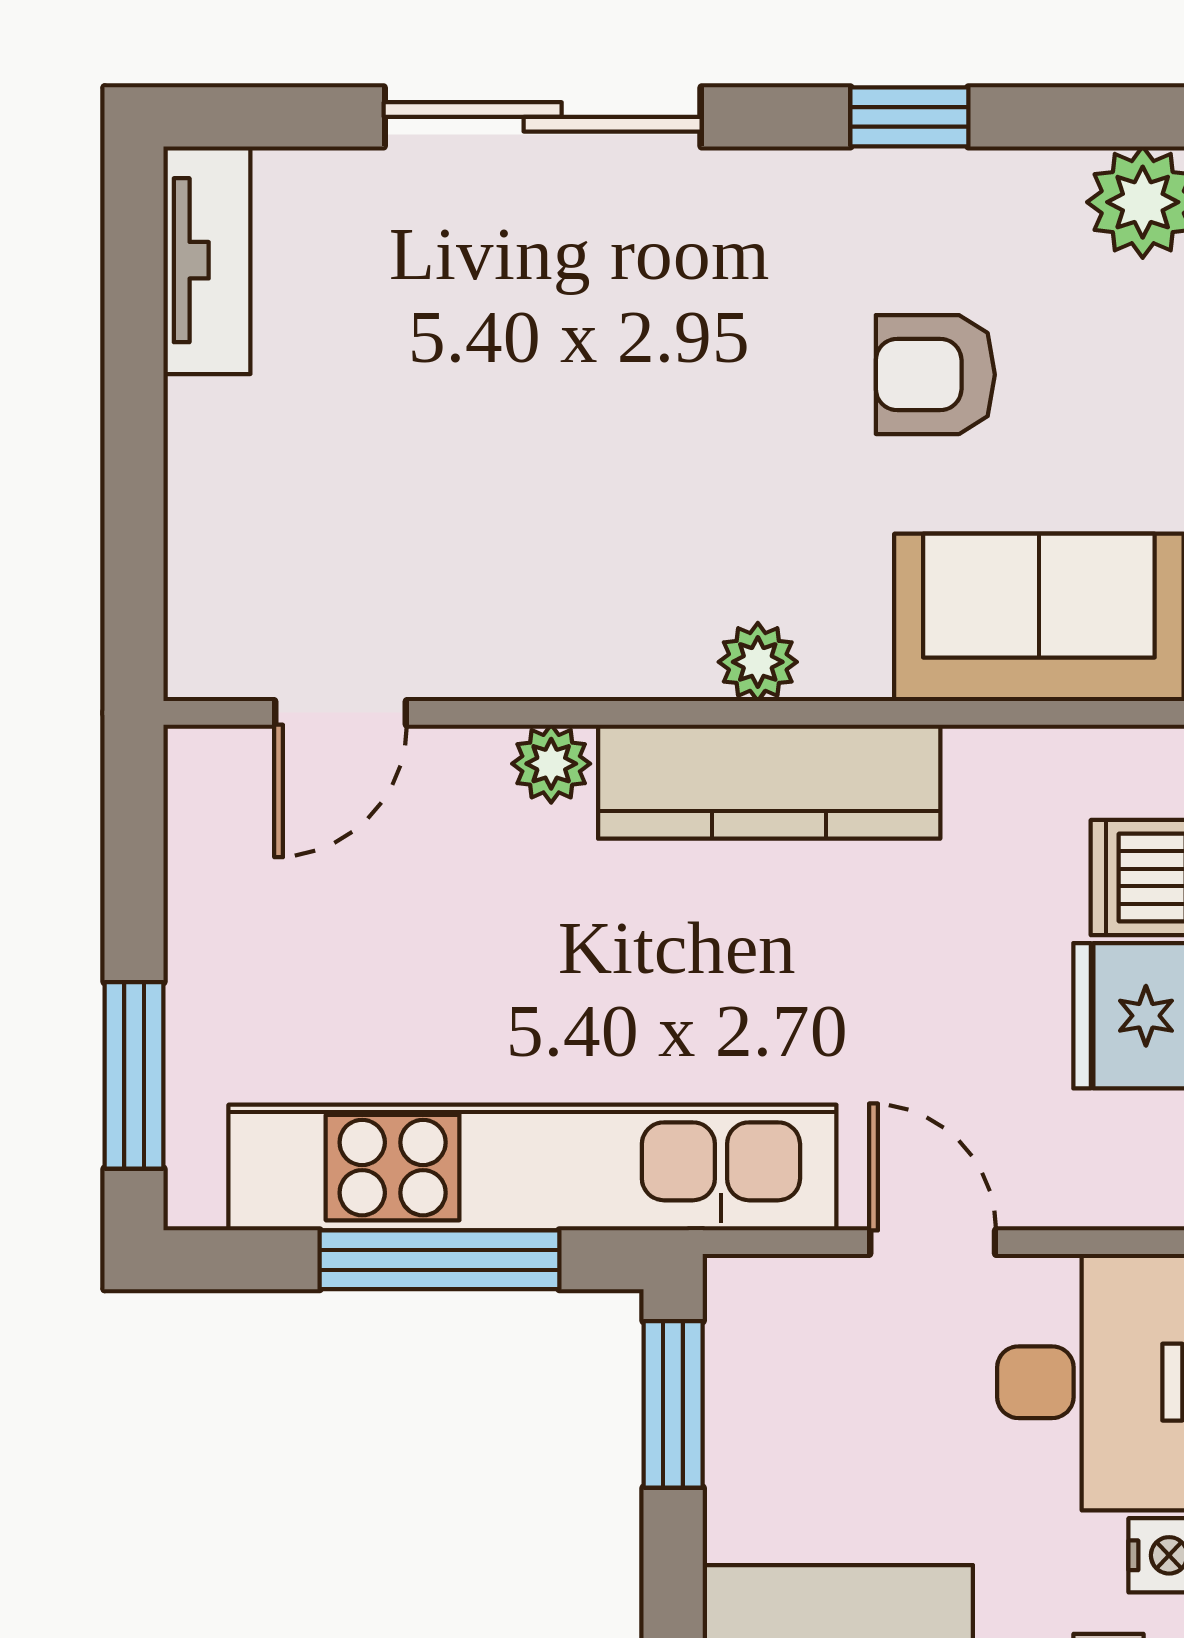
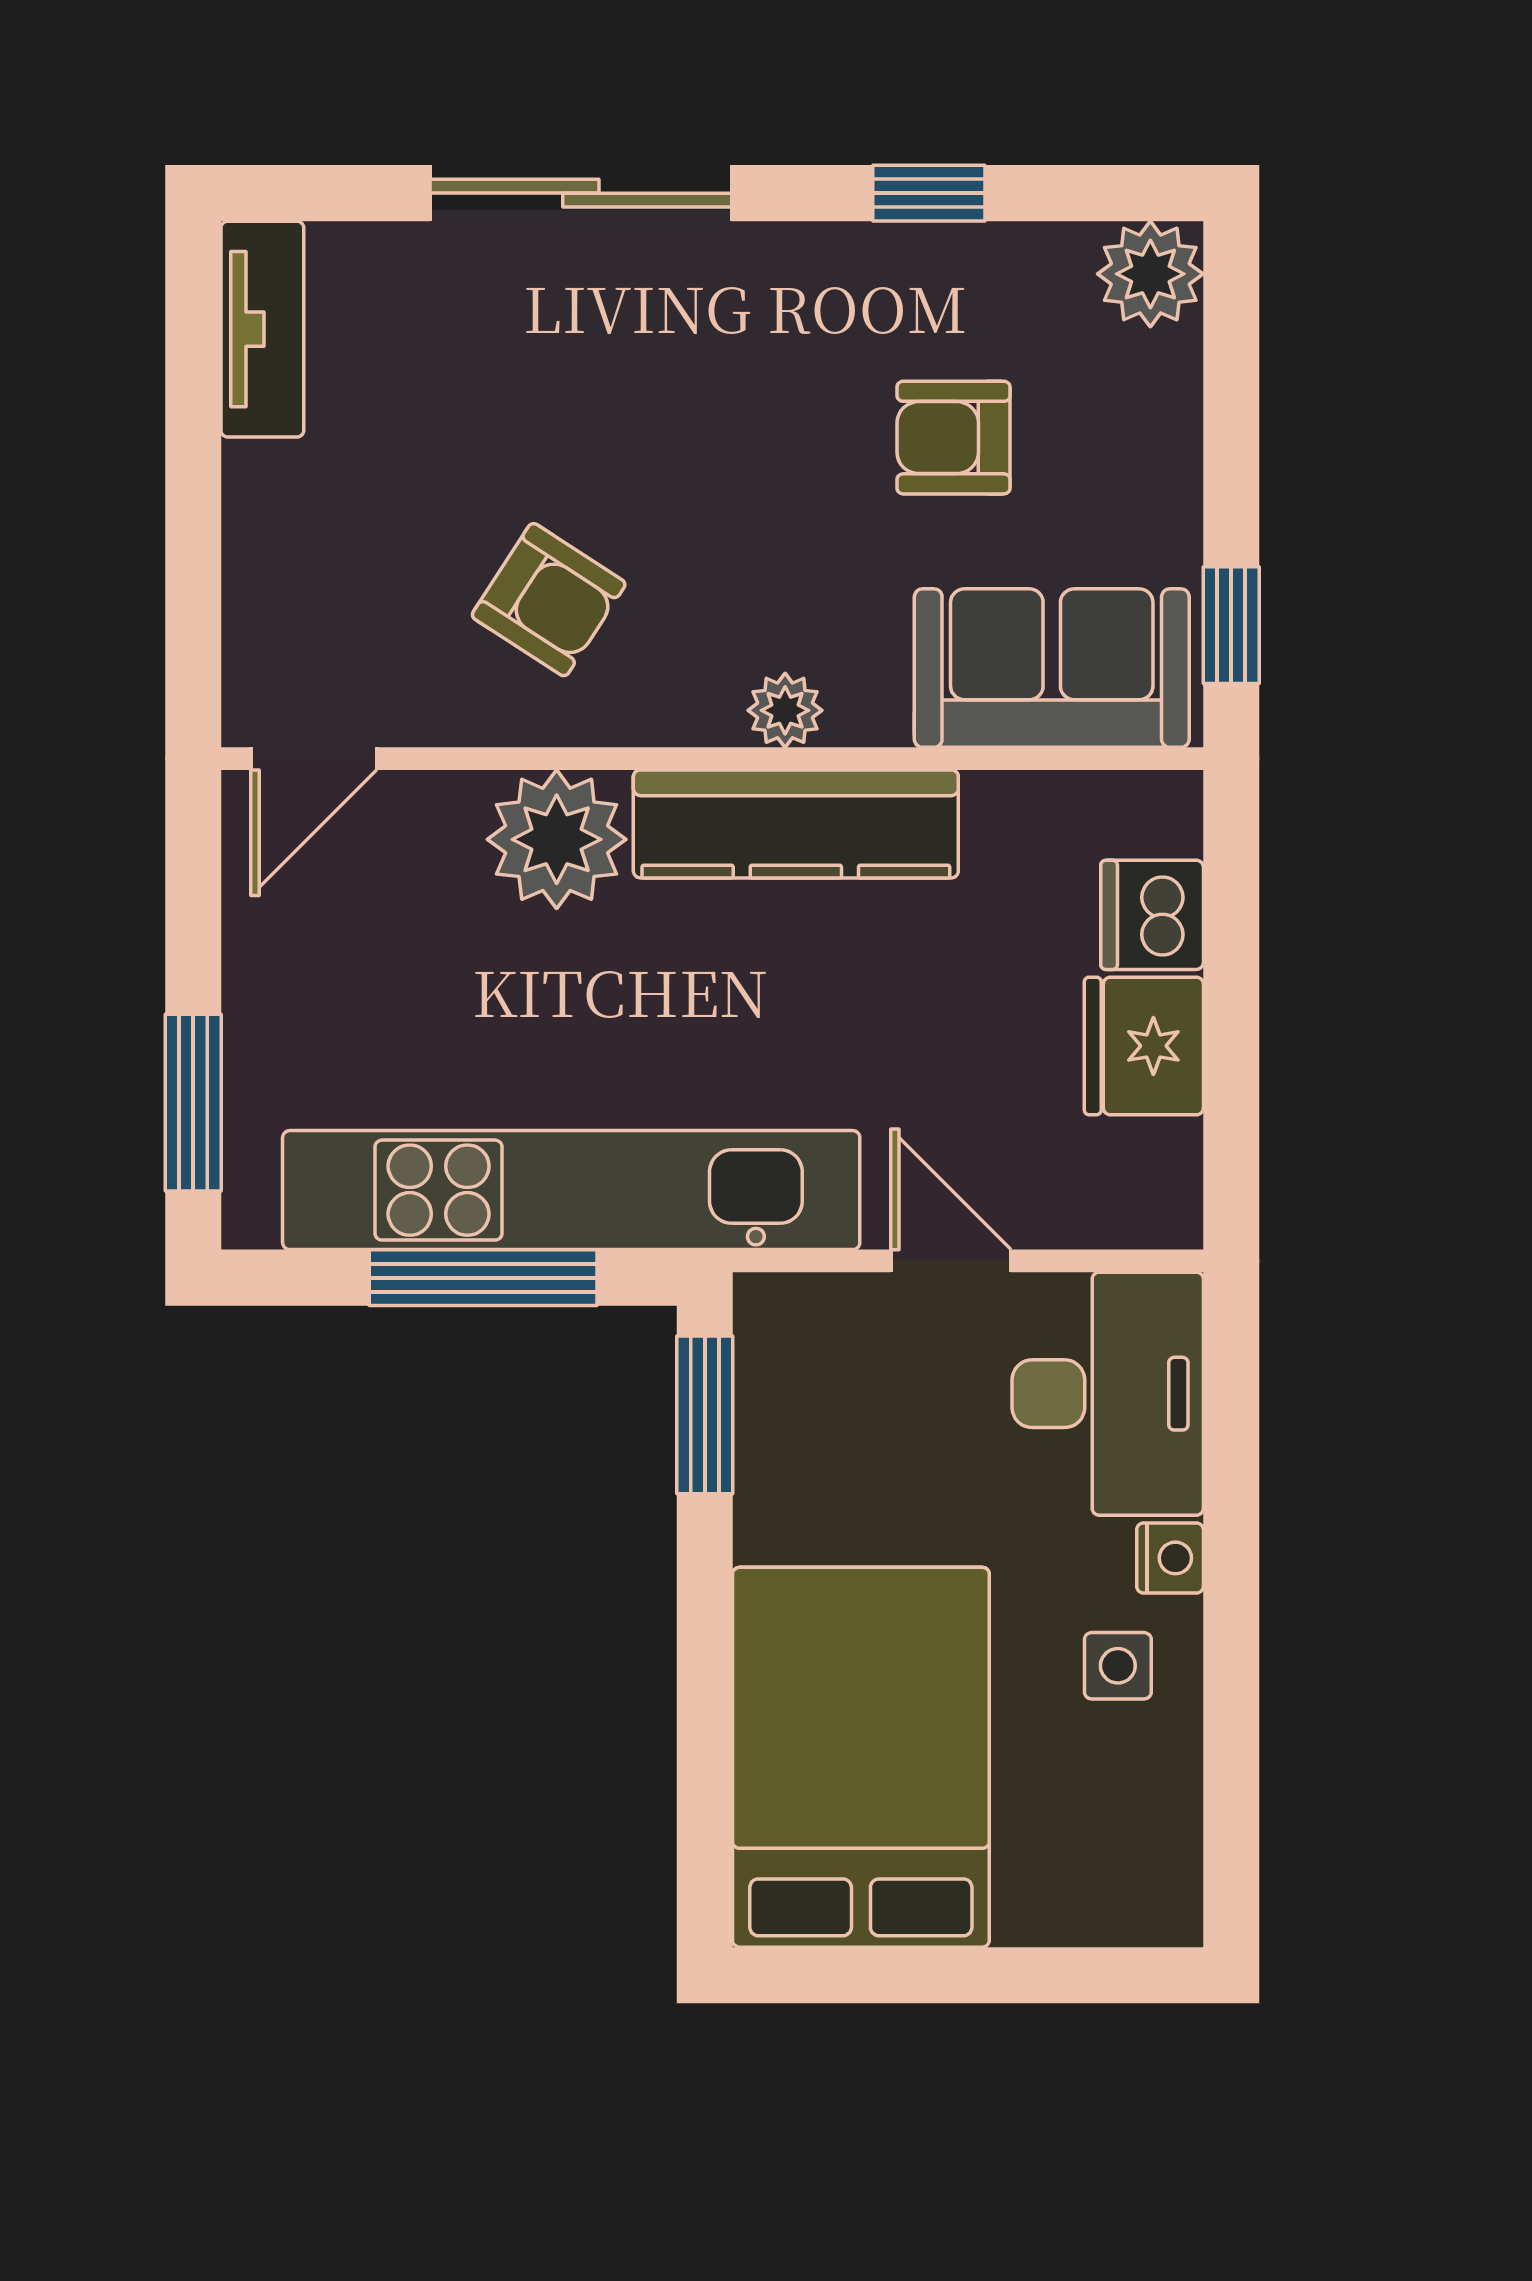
armchair: (509, 545) -> (549, 600), added
door: (340, 713) -> (314, 759), moved
plant: (551, 764) -> (557, 839), width x1.87, depth x1.87

